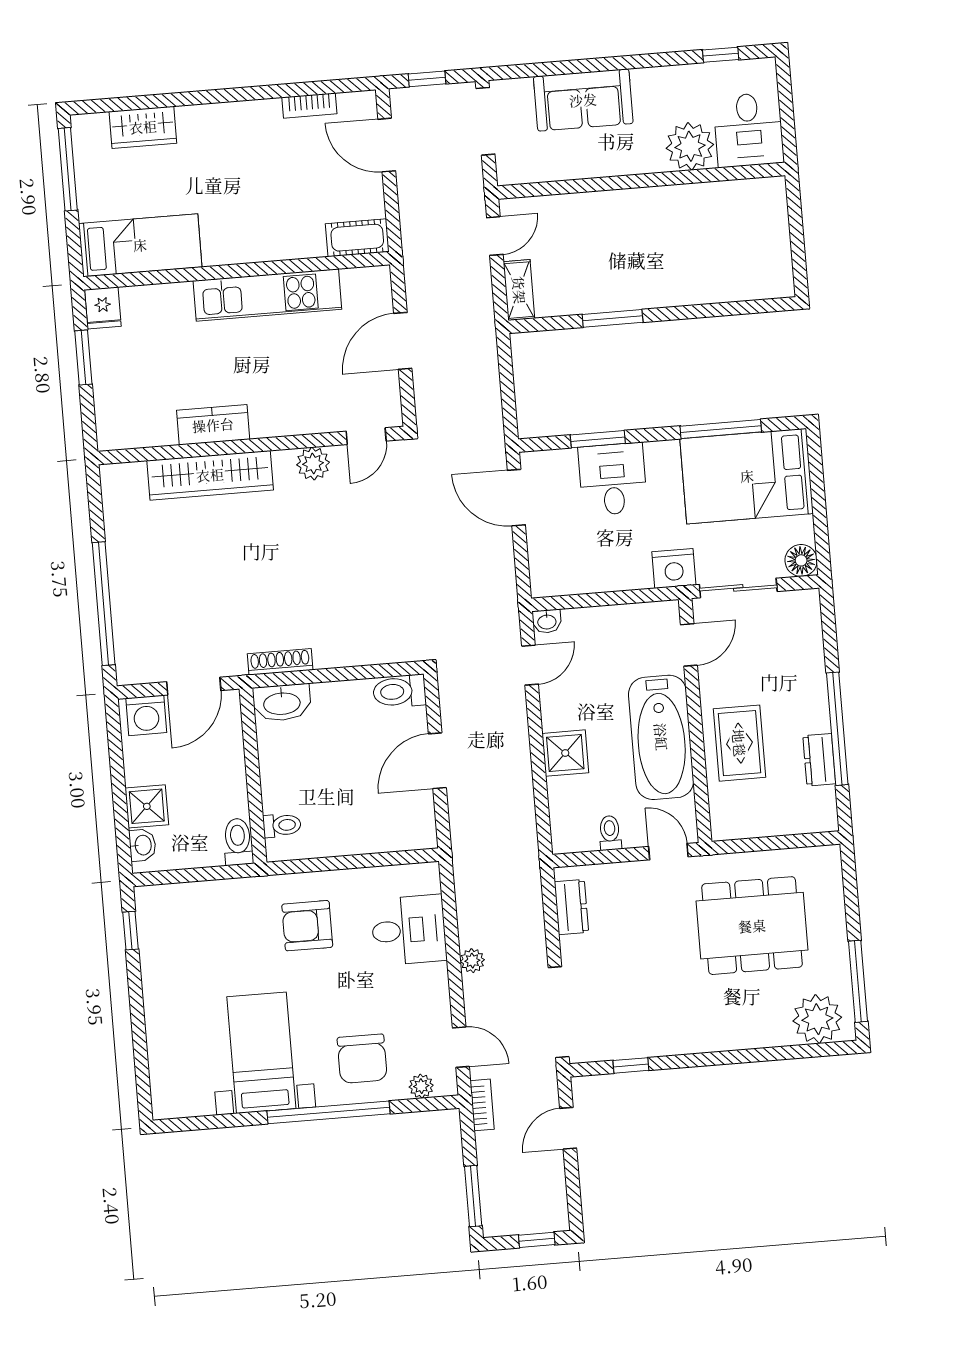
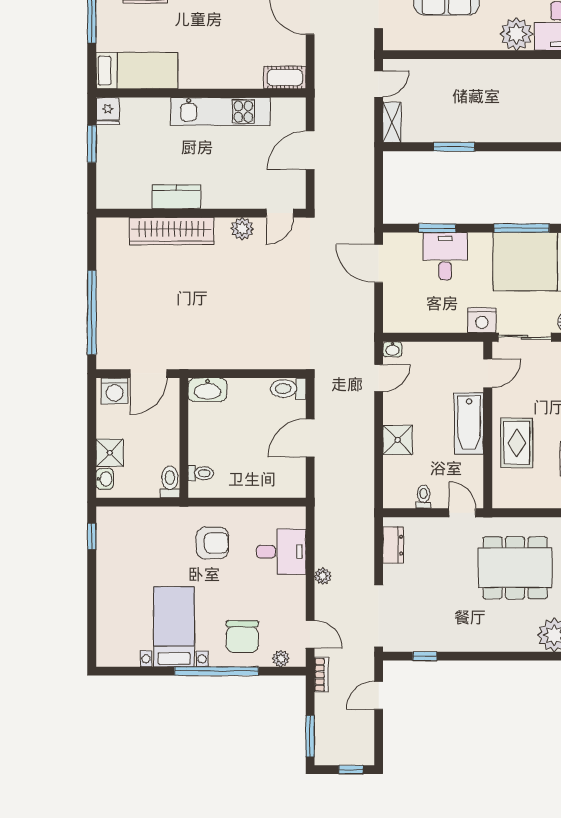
shoe rack: (280, 662) -> (209, 362), removed
bathtub: (661, 737) -> (469, 423), width x0.73, depth x0.73
armchair: (307, 926) -> (212, 543), turned 180

